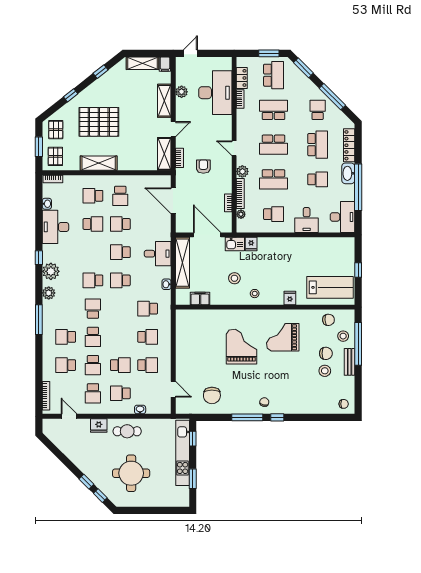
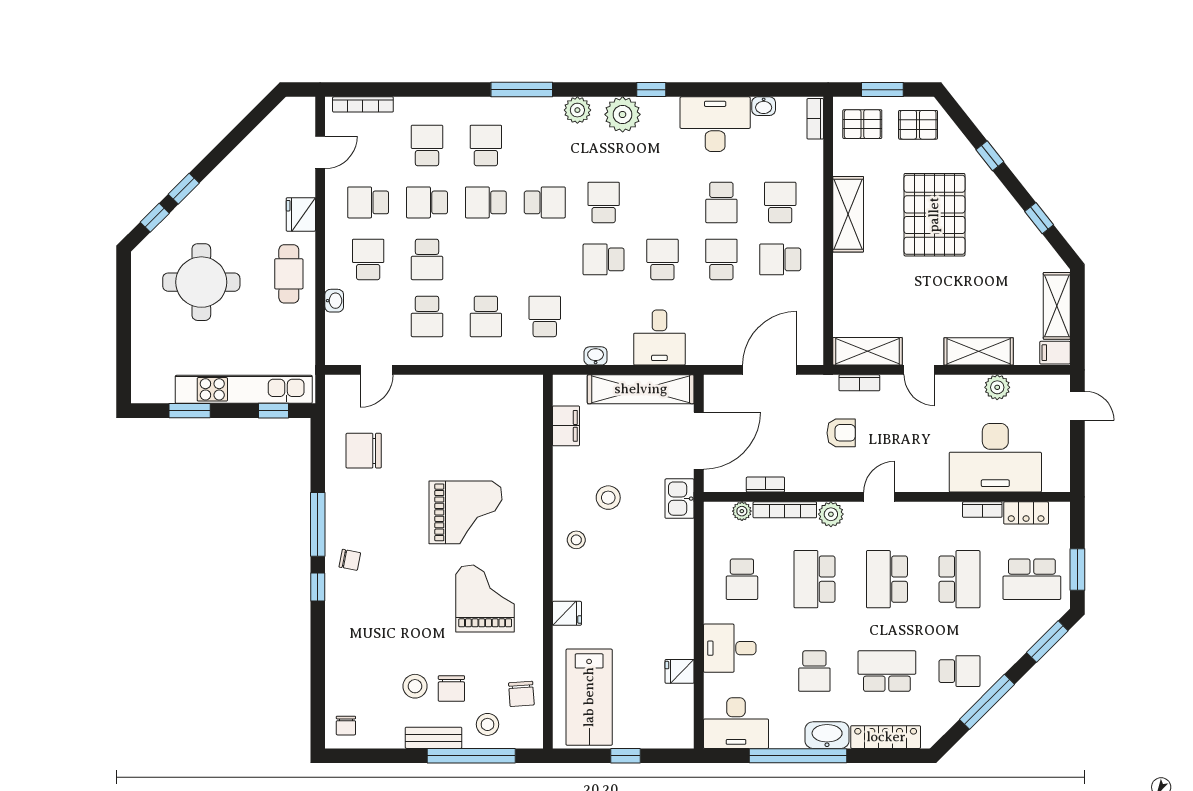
school desk: (318, 145) -> (887, 671), turned 180
fridge: (251, 244) -> (680, 671), moved
school desk: (120, 280) -> (604, 259), turned -90

